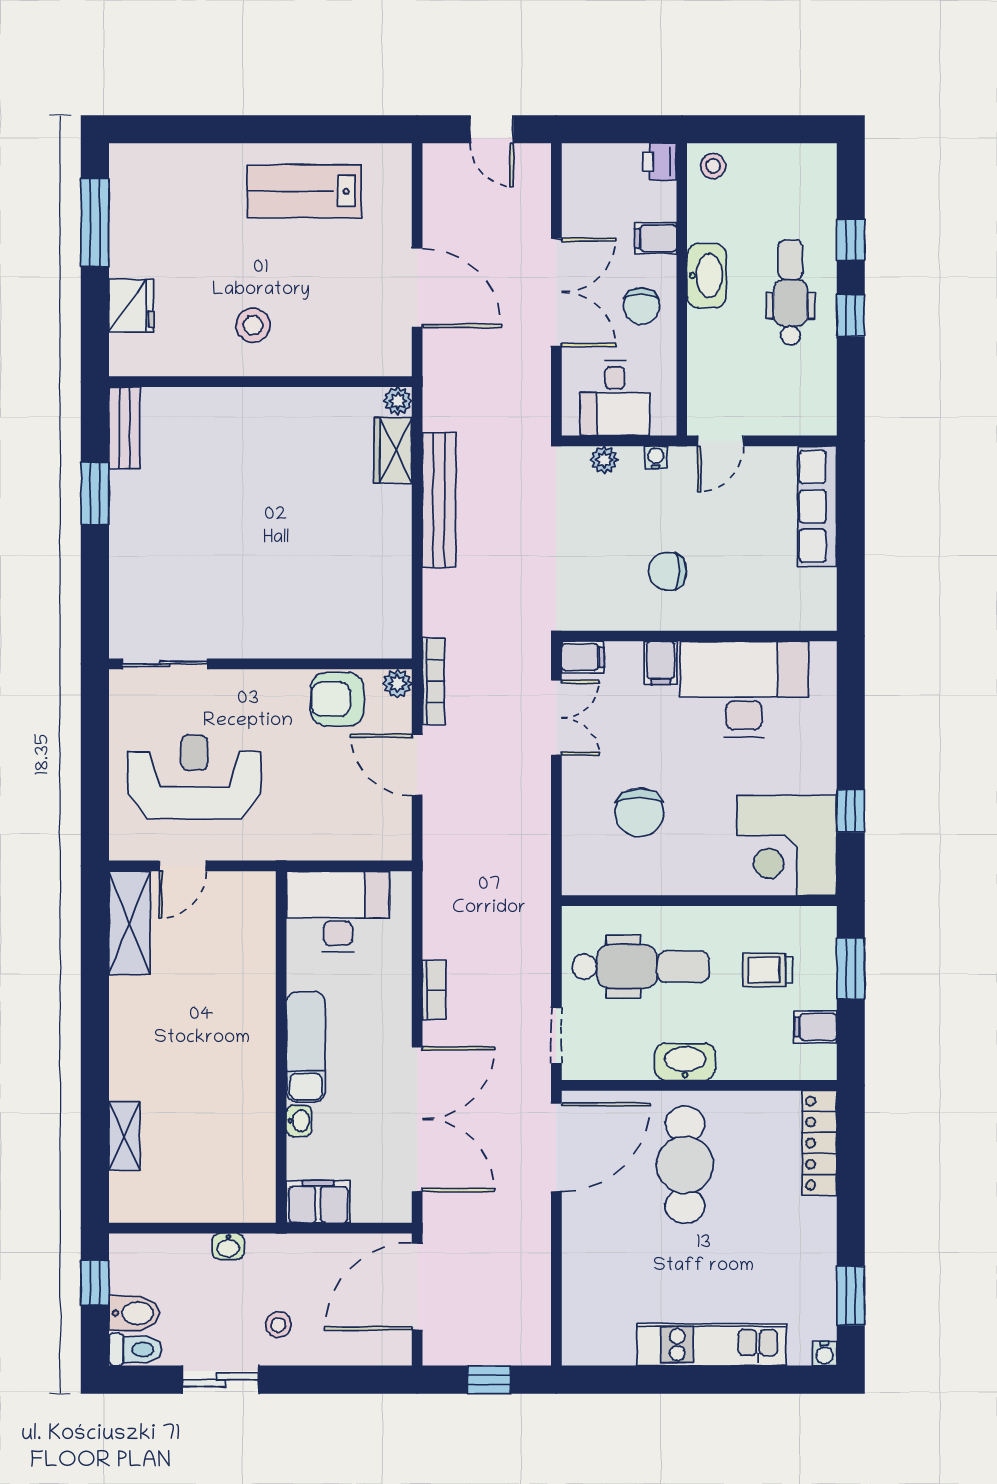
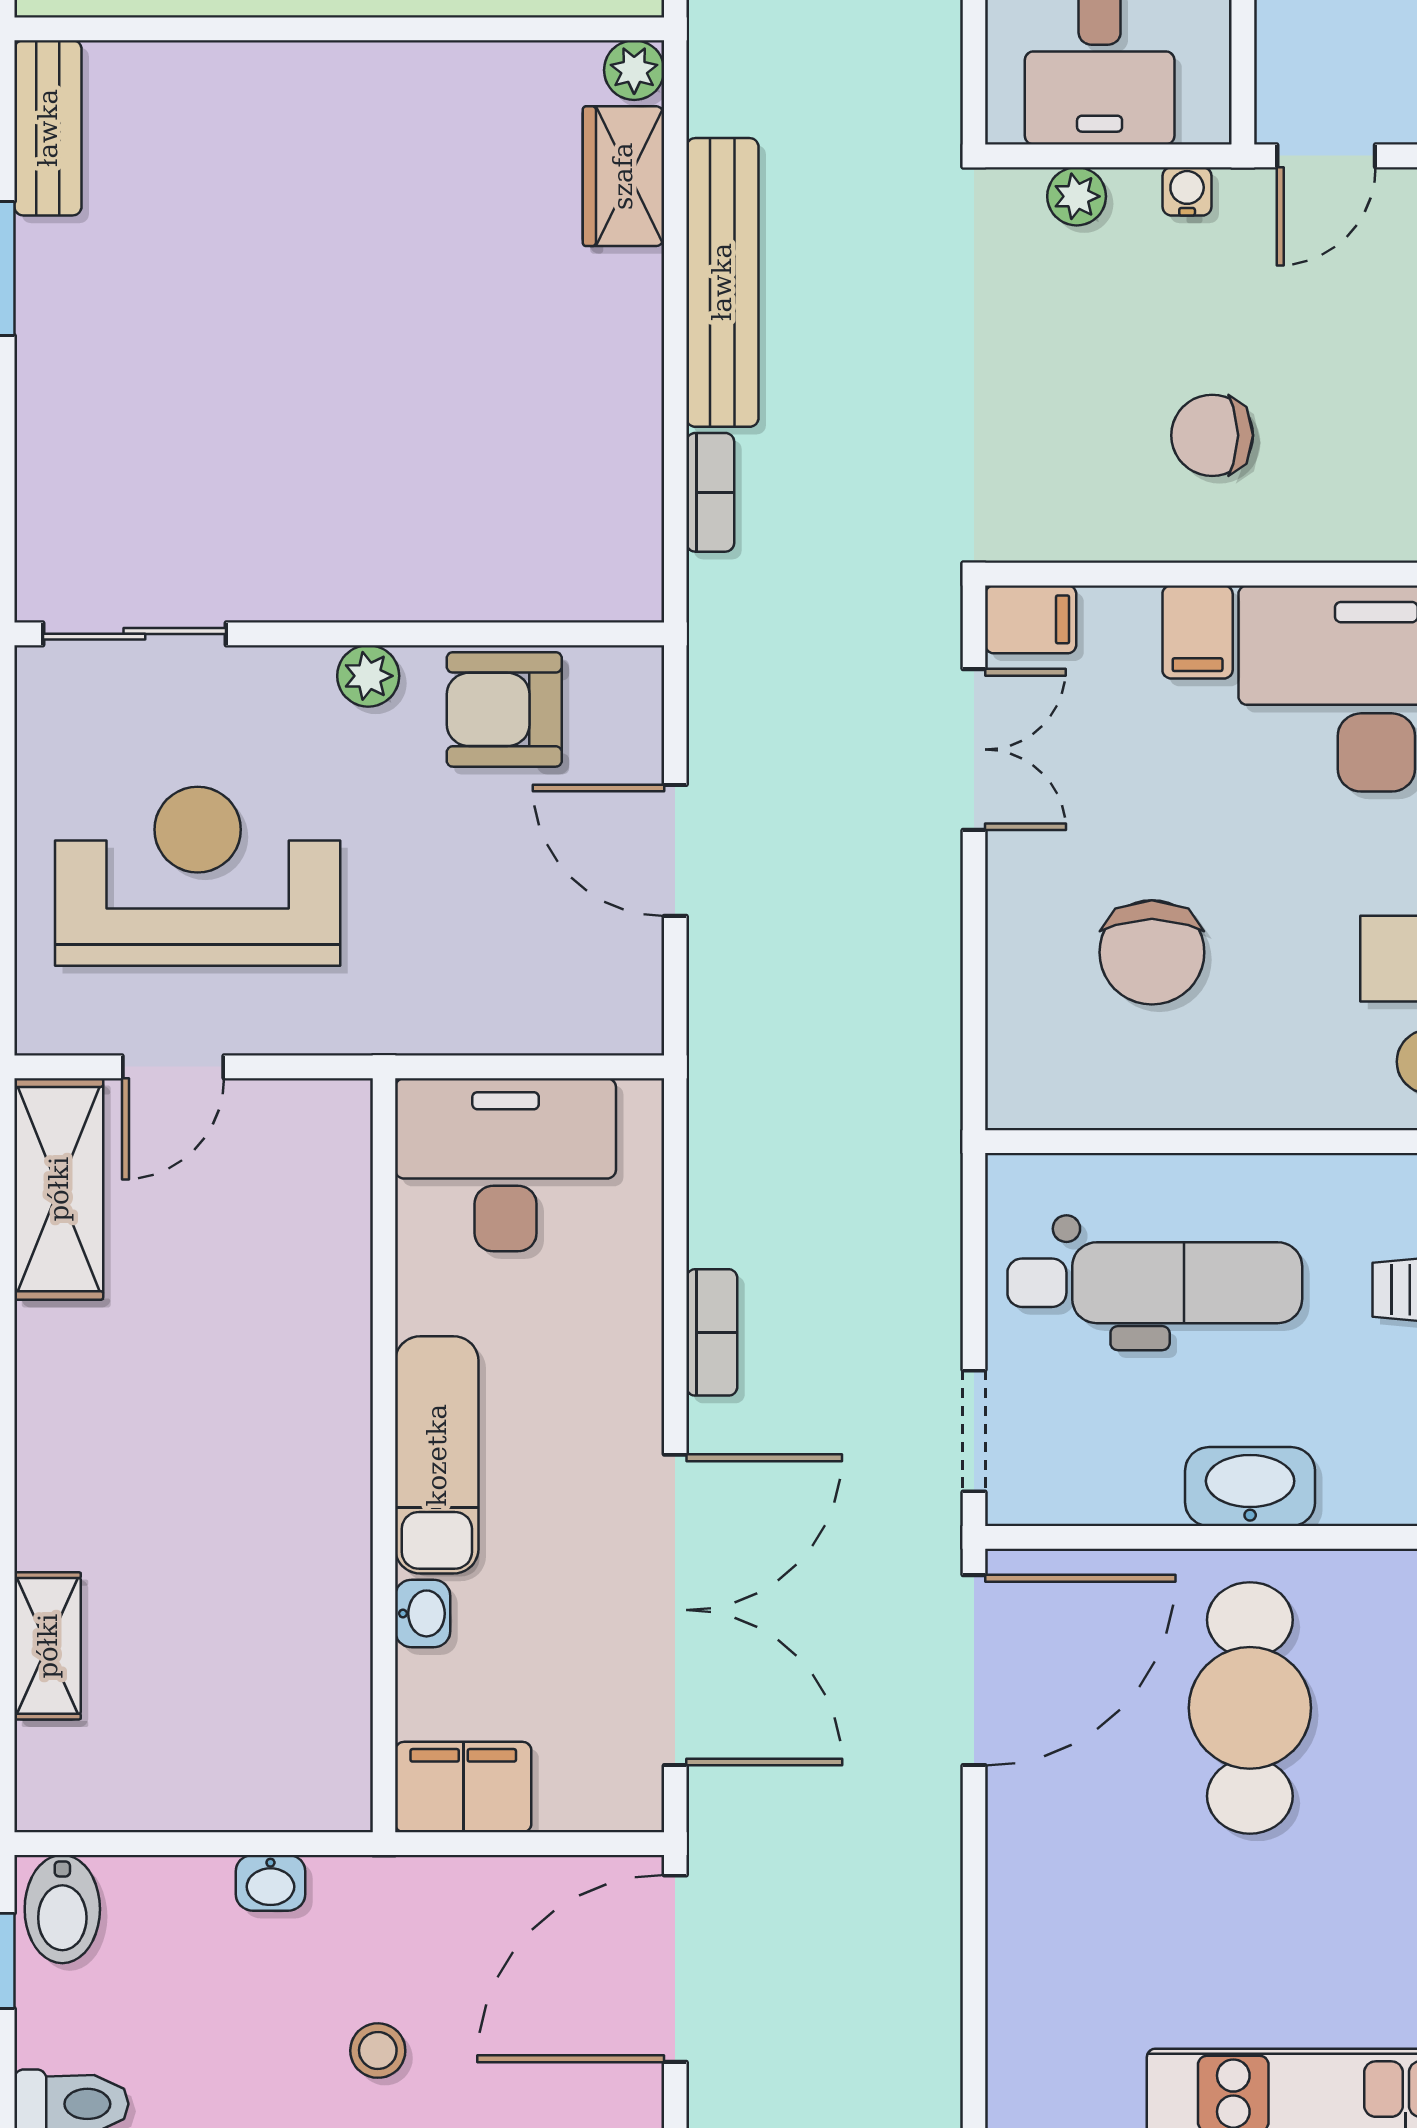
bookcase: (433, 681) -> (710, 492), moved, width x0.64
plant: (397, 683) -> (368, 676), moved
bidet: (134, 1313) -> (62, 1909), moved, turned 90

